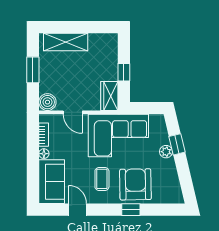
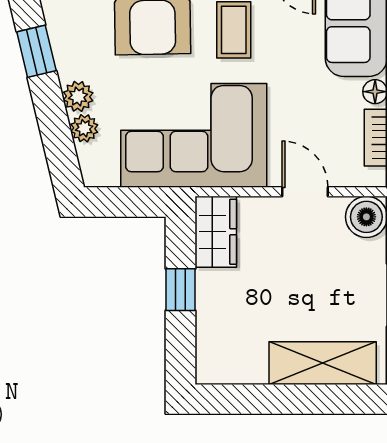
plant: (163, 139) -> (84, 128), added
window: (177, 144) -> (36, 51), moved

